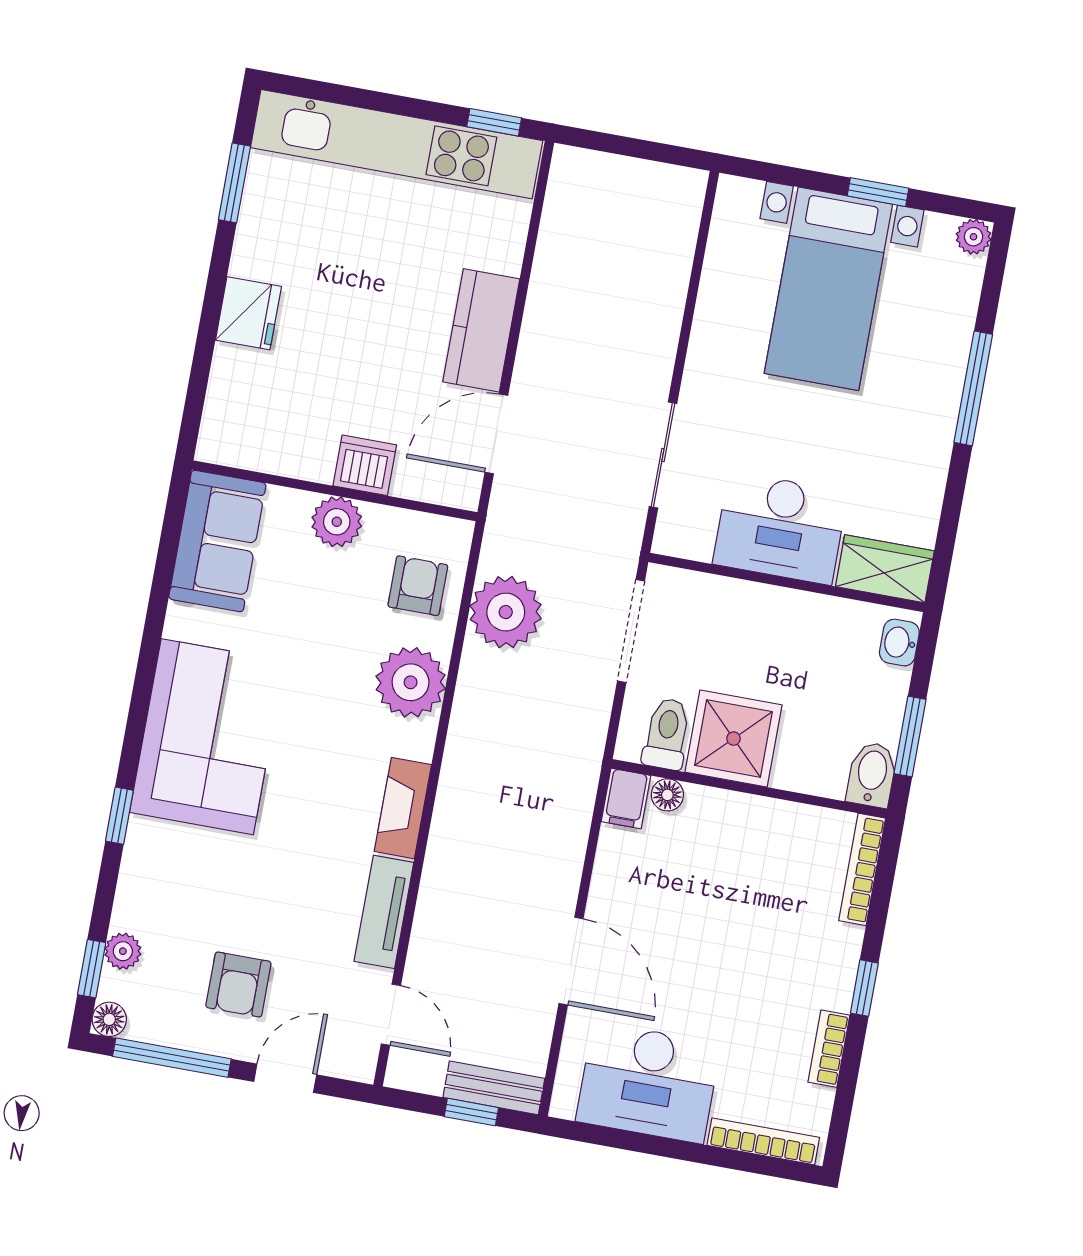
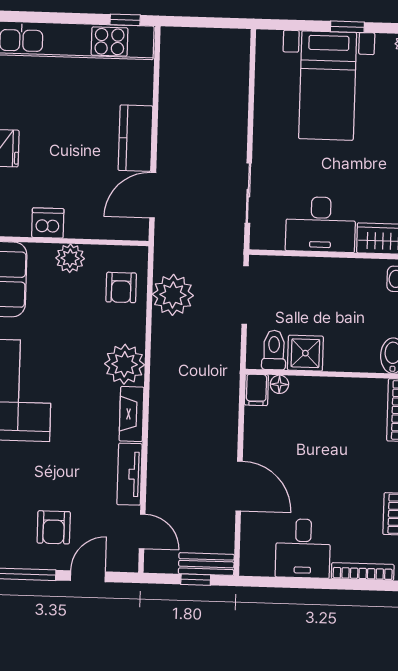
dishwasher: (365, 465) -> (48, 223), moved
armchair: (418, 586) -> (121, 287), turned 180
plant: (411, 682) -> (125, 364), moved
shower: (733, 739) -> (305, 353), width x0.73, depth x0.73
desk: (648, 1083) -> (303, 548), width x0.73

